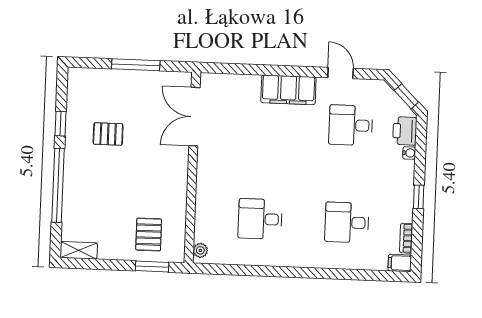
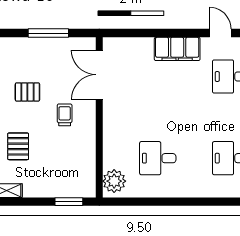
trolley: (151, 163) -> (65, 115), added
pallet: (149, 235) -> (18, 146), moved
plant: (200, 250) -> (114, 181), width x1.88, depth x1.88

